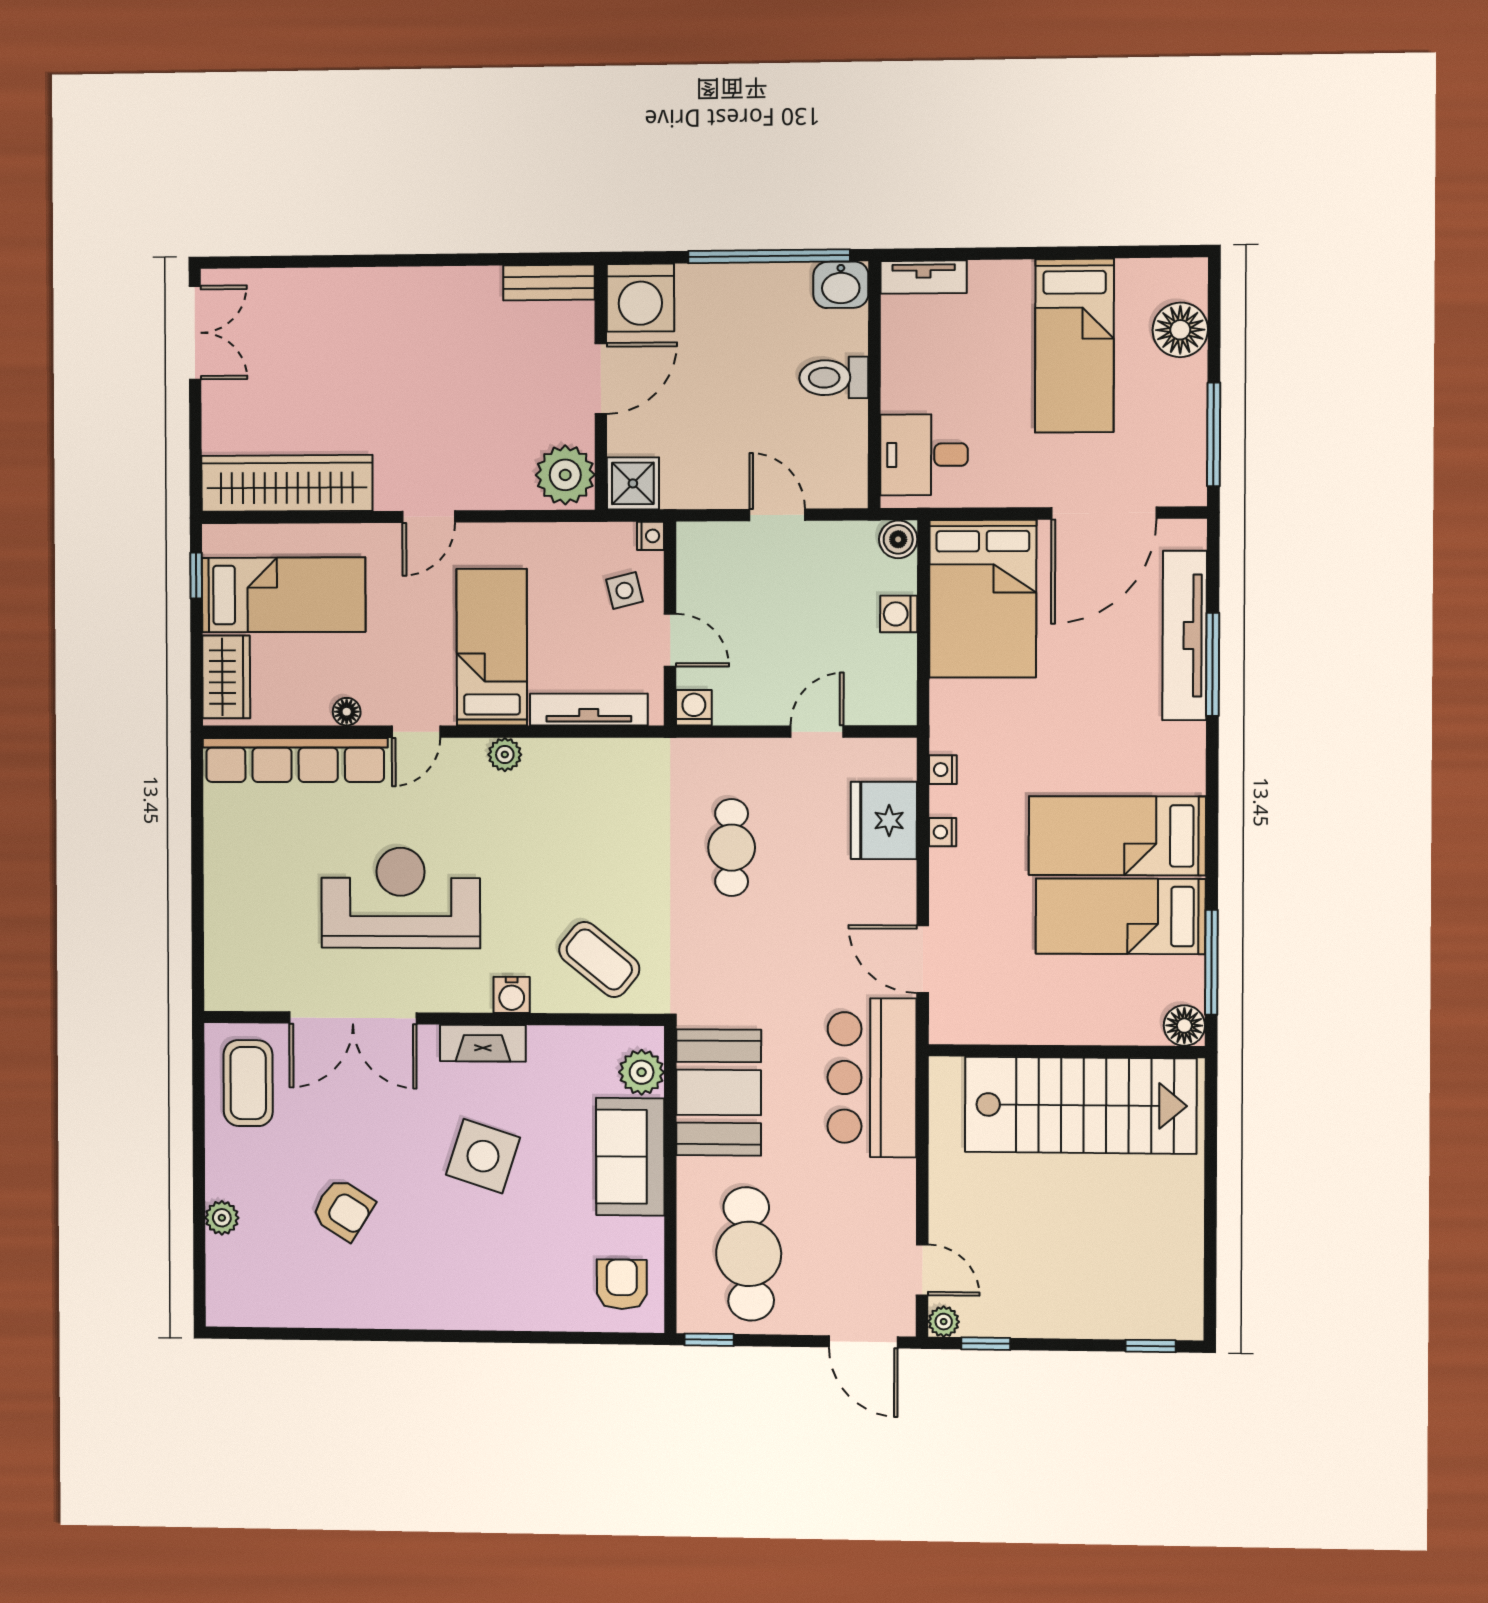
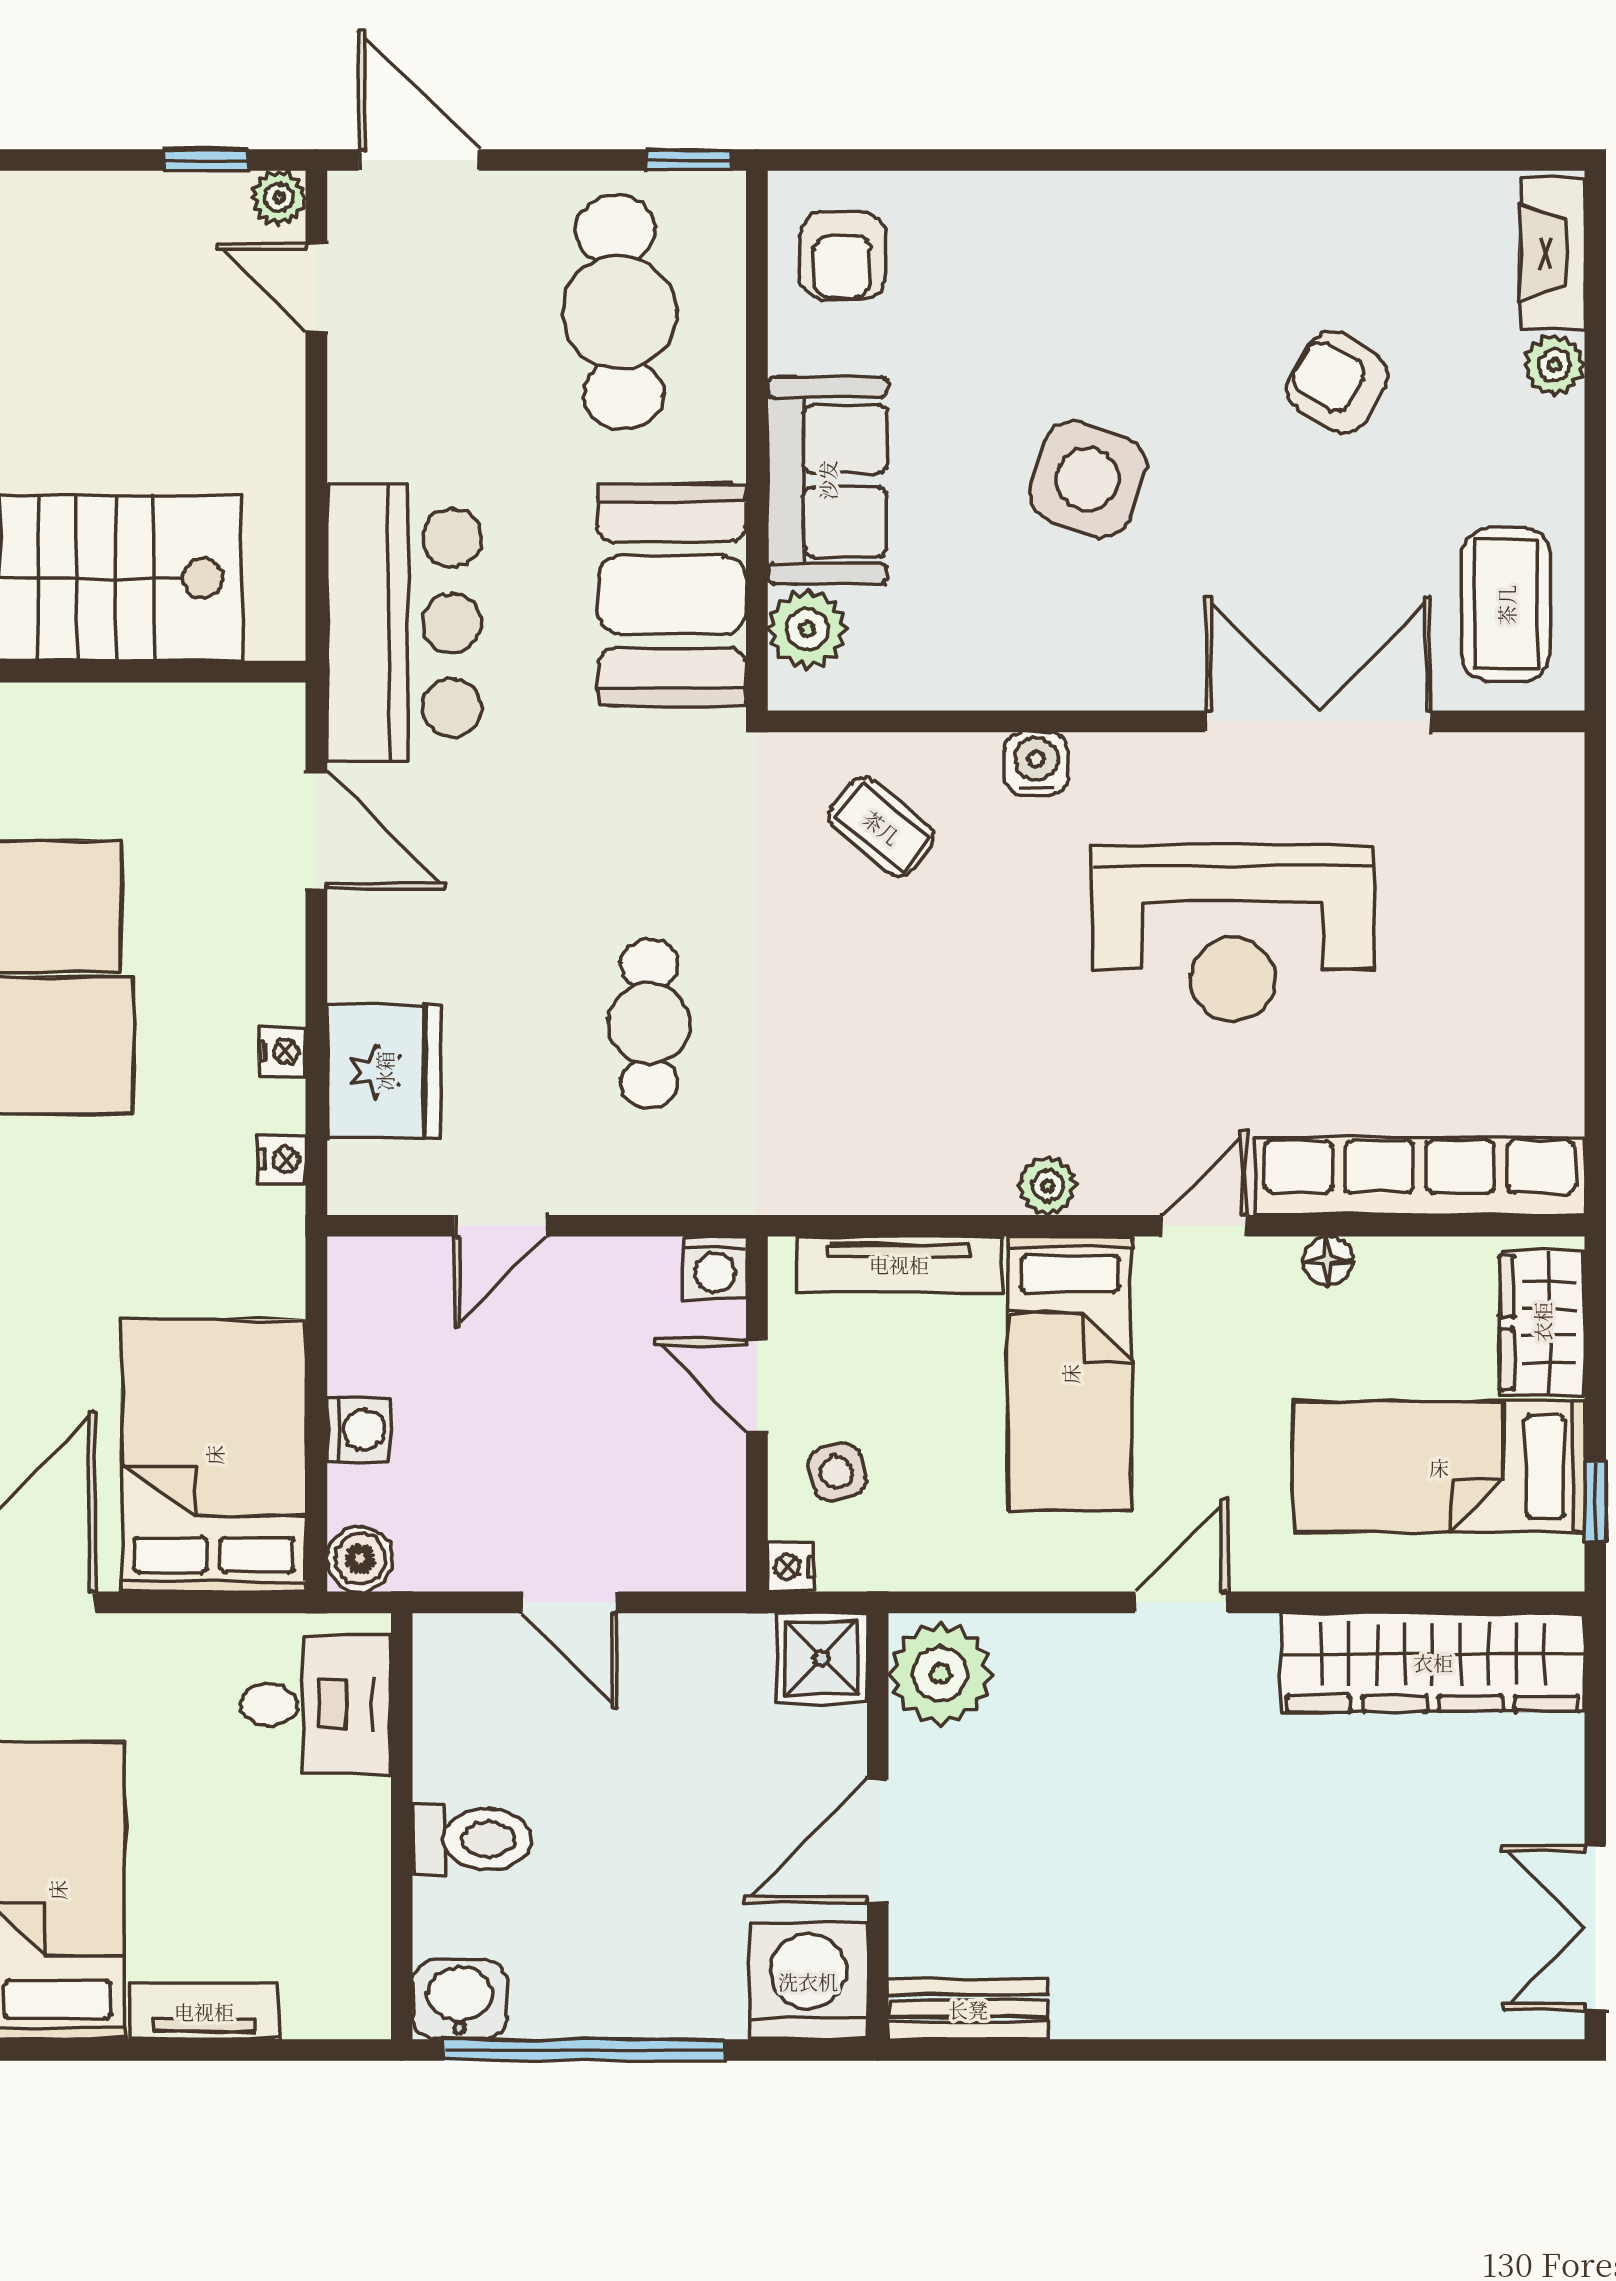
tv unit: (924, 277) -> (204, 2011), moved
coffee table: (599, 959) -> (882, 827), width x0.73, depth x0.77
fireplace: (483, 1043) -> (1552, 253), moved, turned -90

